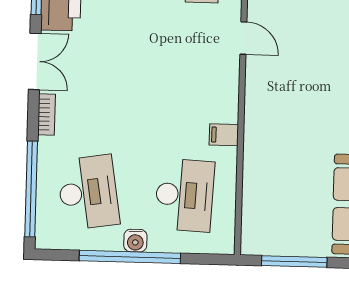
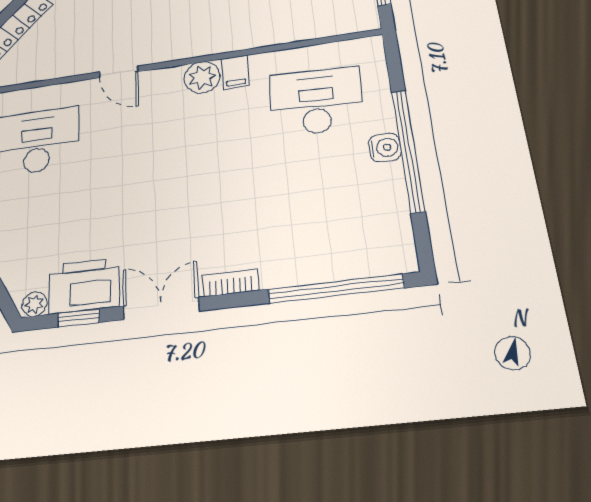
door: (243, 38) -> (119, 72), swing flipped
plant: (224, 107) -> (202, 77), added
desk: (88, 192) -> (329, 215), removed

